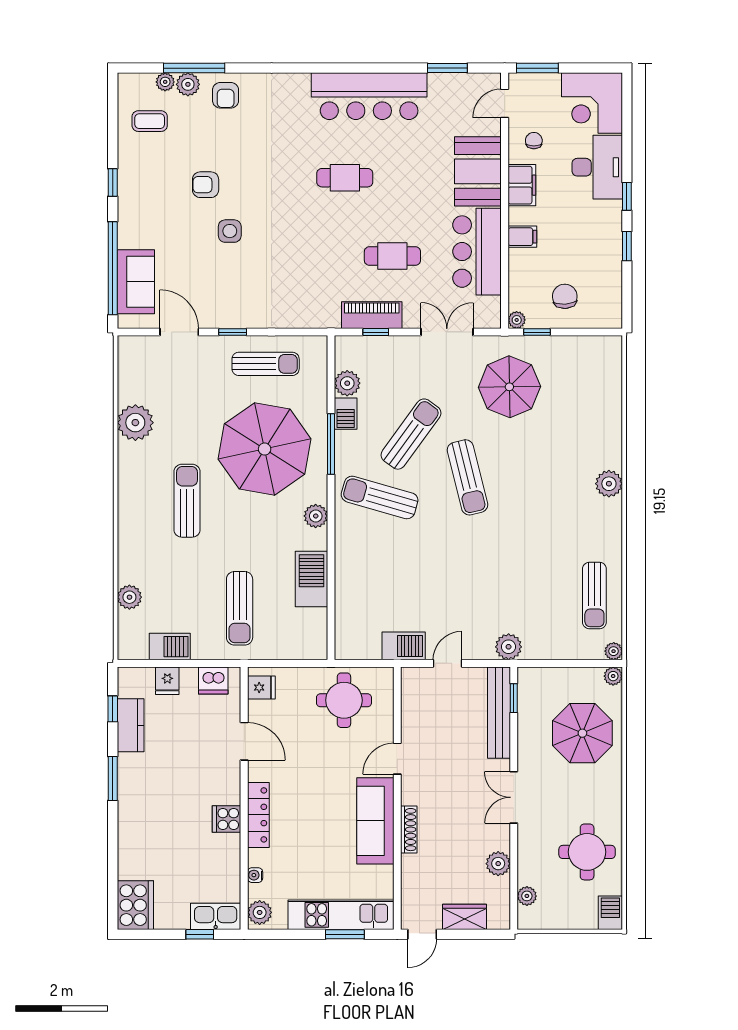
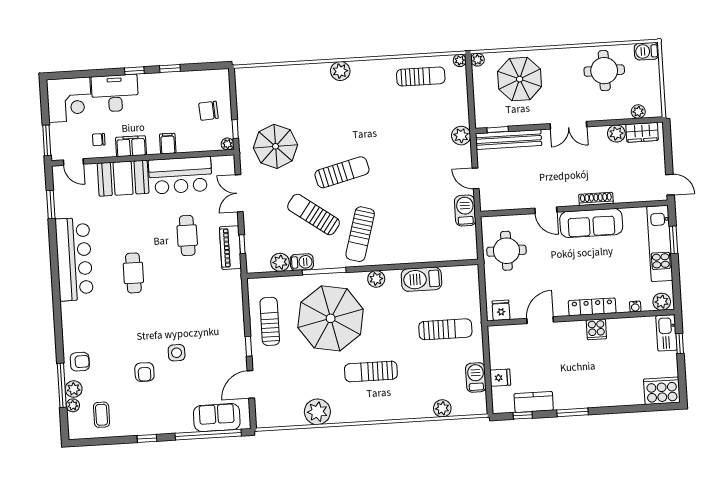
dishwasher: (213, 681) -> (498, 345), removed
wardrobe: (465, 917) -> (642, 132), moved, turned -90

